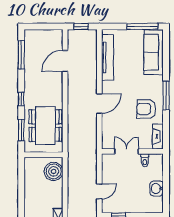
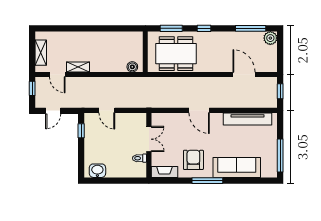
plant: (30, 36) -> (270, 38), added
sofa: (154, 52) -> (237, 167), moved
boiler: (54, 171) -> (132, 67), width x0.54, depth x0.54
washbasin: (157, 188) -> (97, 171), moved

